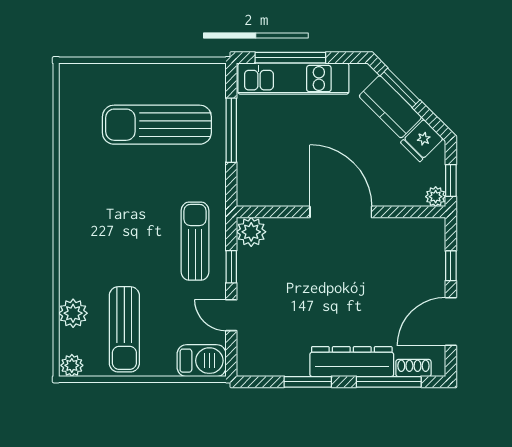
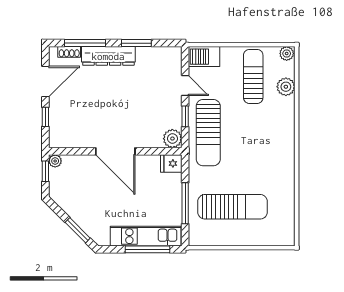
kitchen counter: (390, 107) -> (84, 218), removed
fridge: (422, 141) -> (171, 163), moved, turned -135
sun lounger: (195, 241) -> (208, 133), width x1.36, depth x1.34

